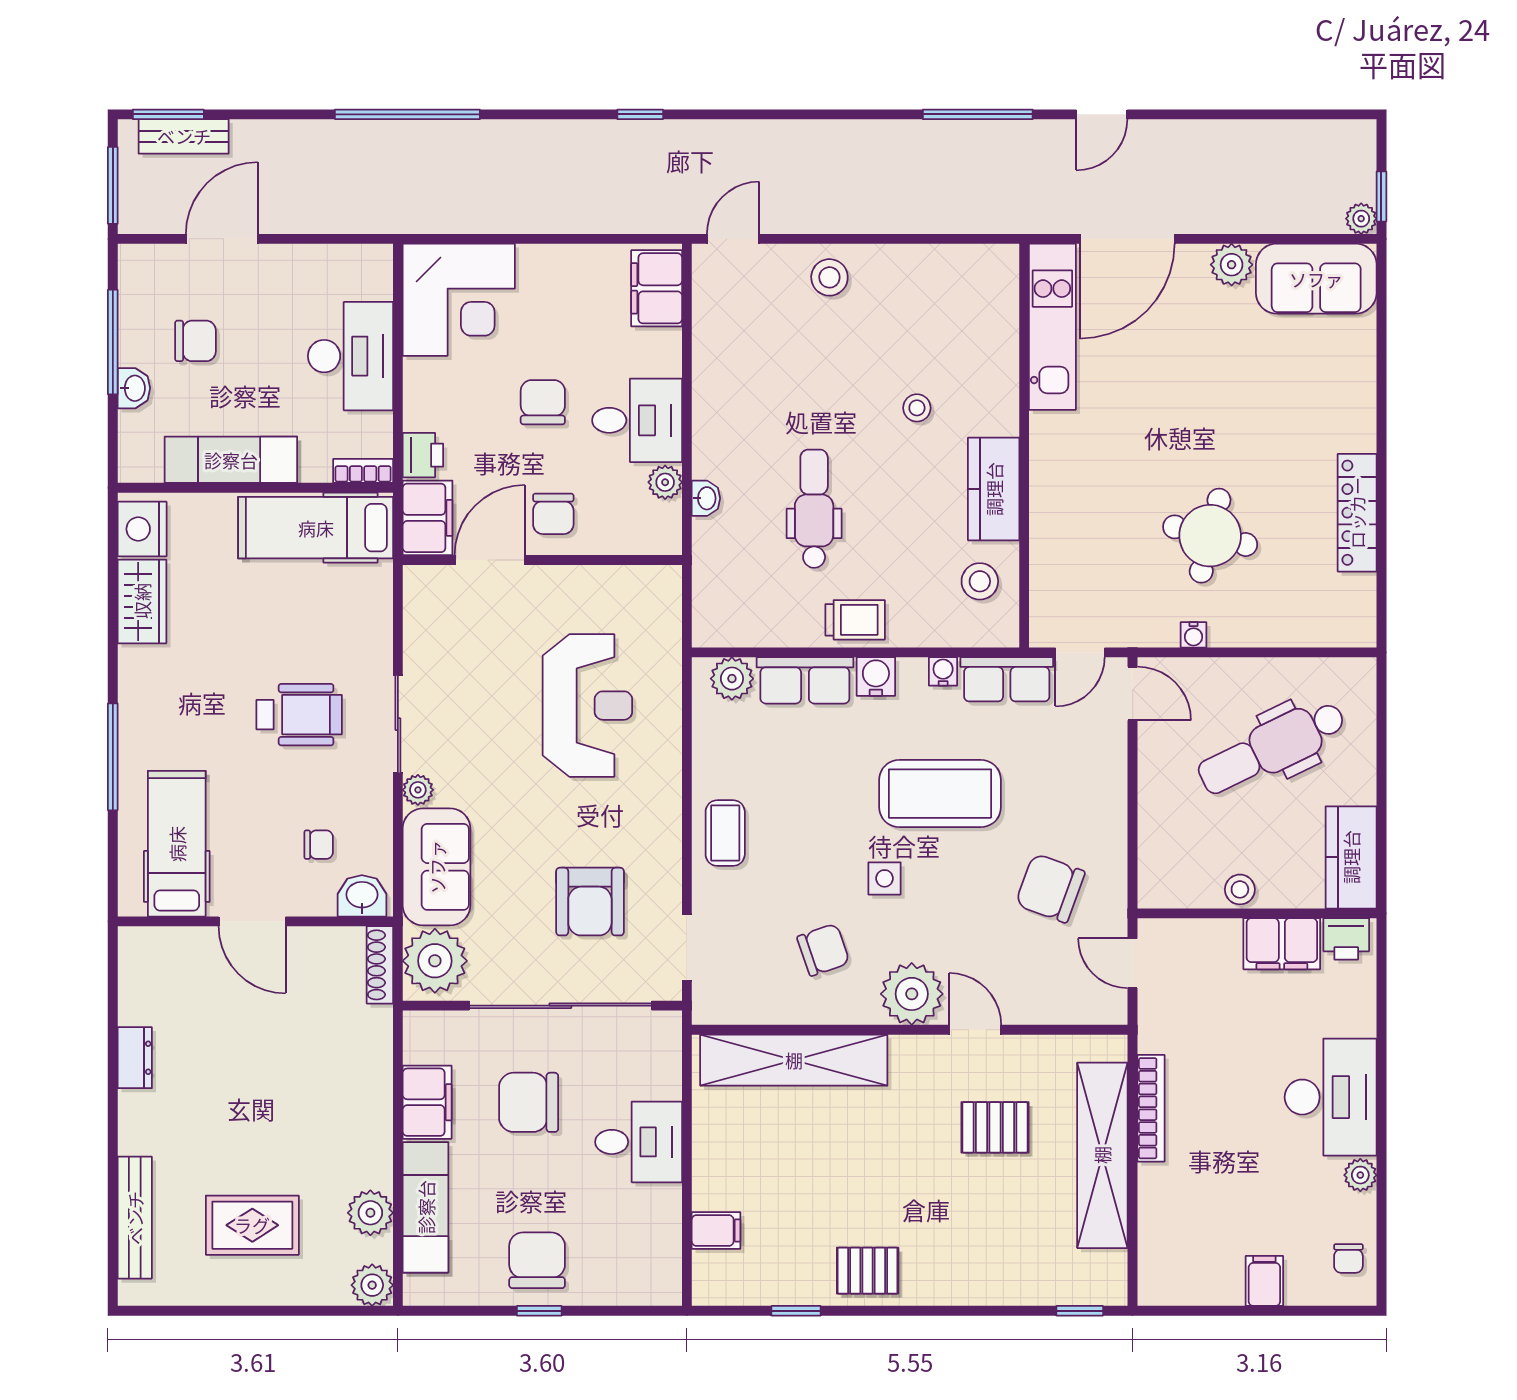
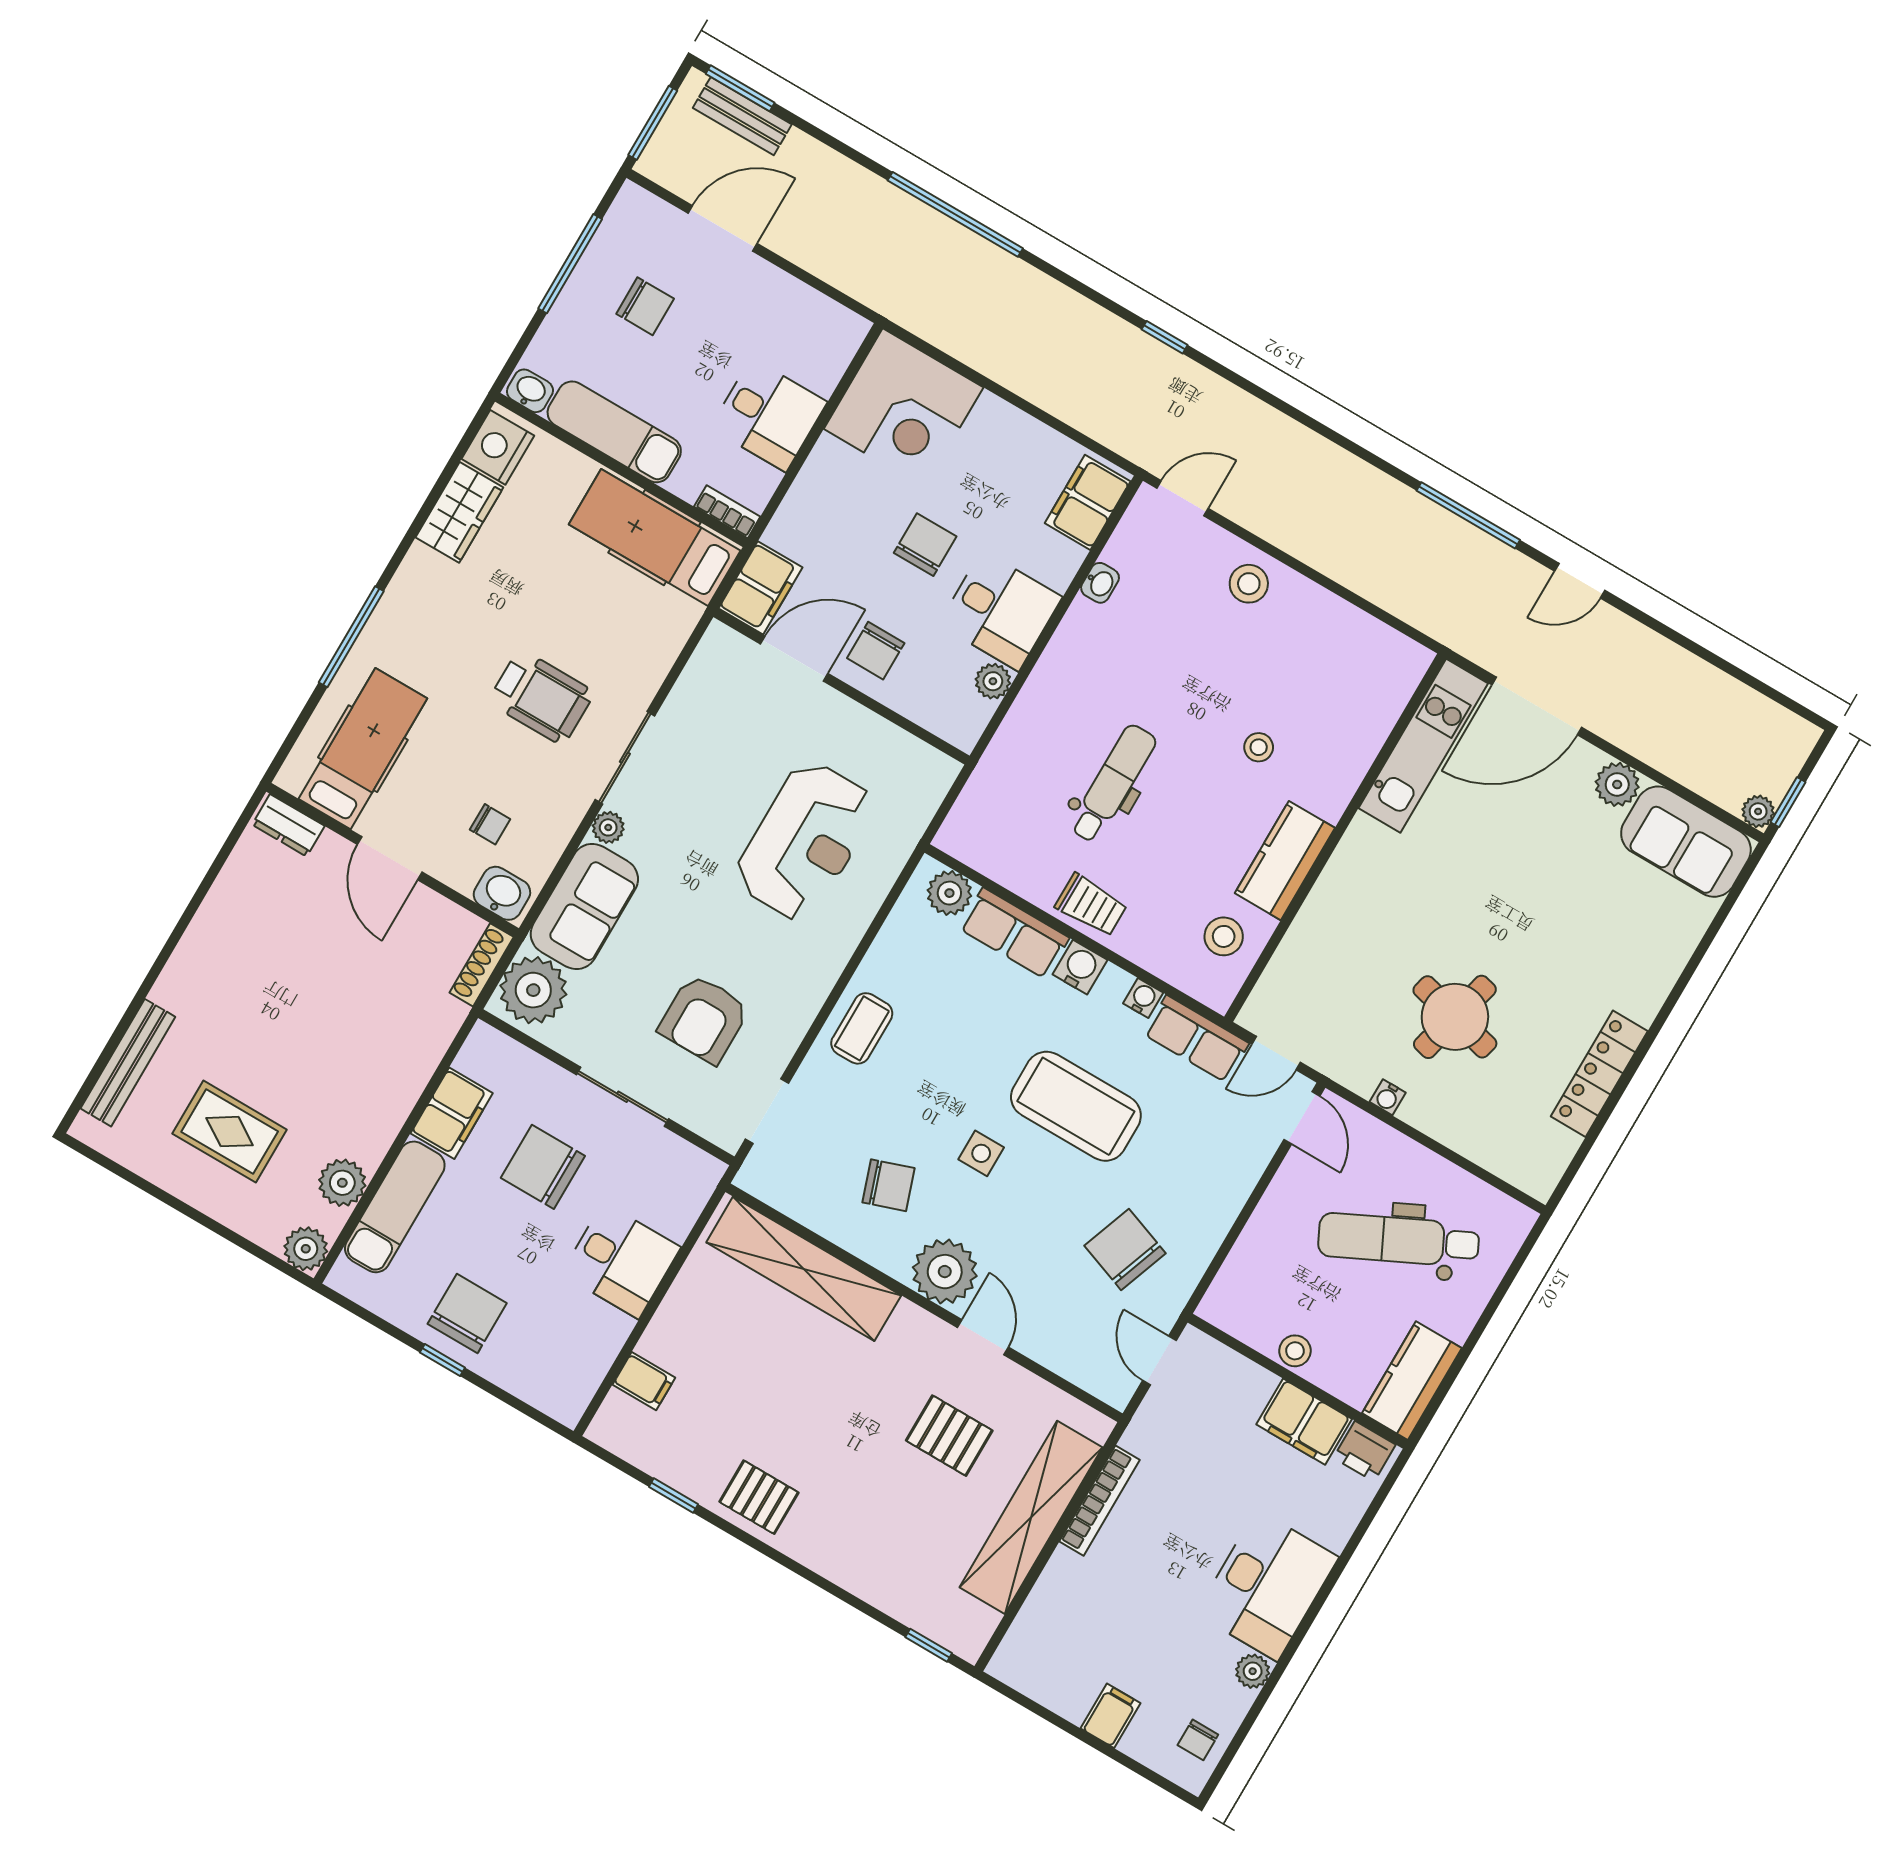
desk: (350, 356) -> (769, 415), width x0.73
washbasin: (134, 388) -> (530, 391), moved, turned -90
printer: (423, 455) -> (789, 529), removed
washbasin: (706, 498) -> (1100, 583), moved
sliding door: (560, 1006) -> (623, 1097), width x0.54
dresser: (135, 1058) -> (288, 825), moved, turned 90

